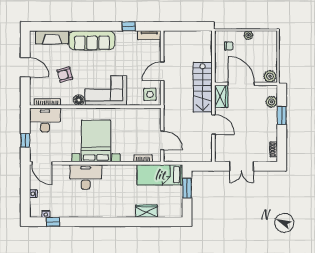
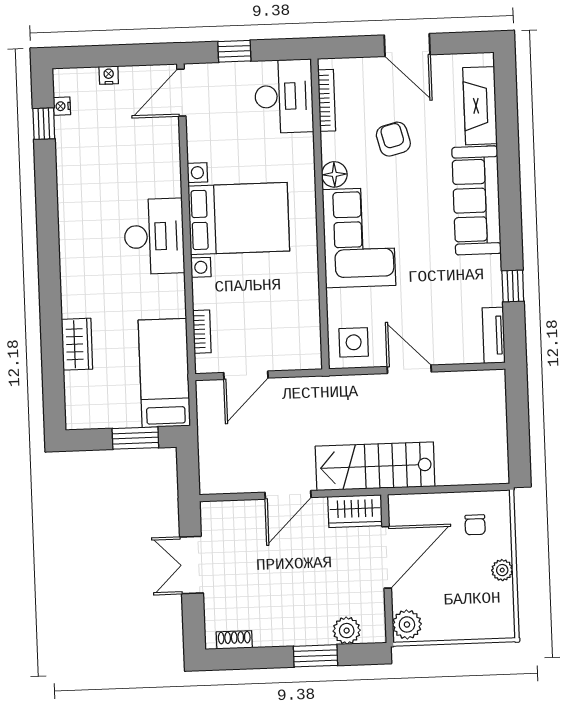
door: (25, 67) -> (407, 45), hinge flipped
desk: (86, 177) -> (154, 236), moved

